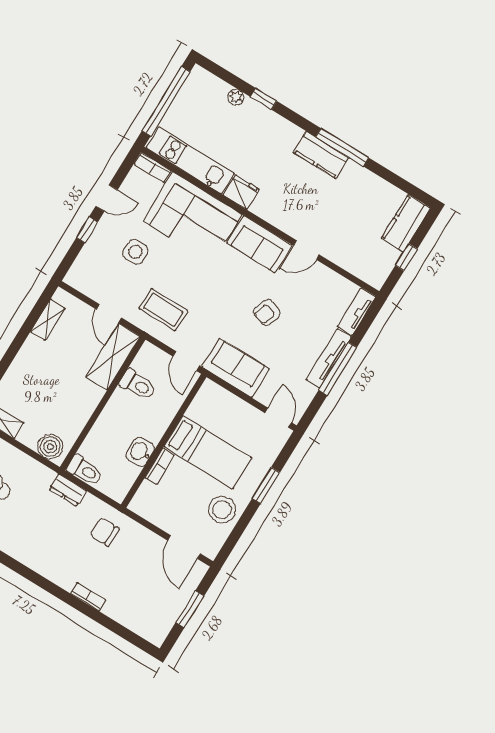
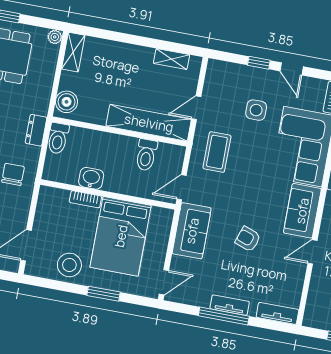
door: (306, 250) -> (312, 252), hinge flipped
shelving: (113, 357) -> (149, 123), width x1.47
tv unit: (329, 358) -> (230, 305), width x0.71
bed: (208, 452) -> (121, 236), width x1.50

